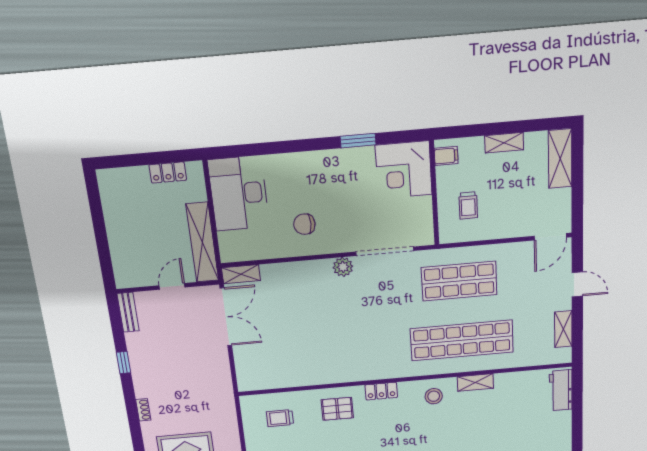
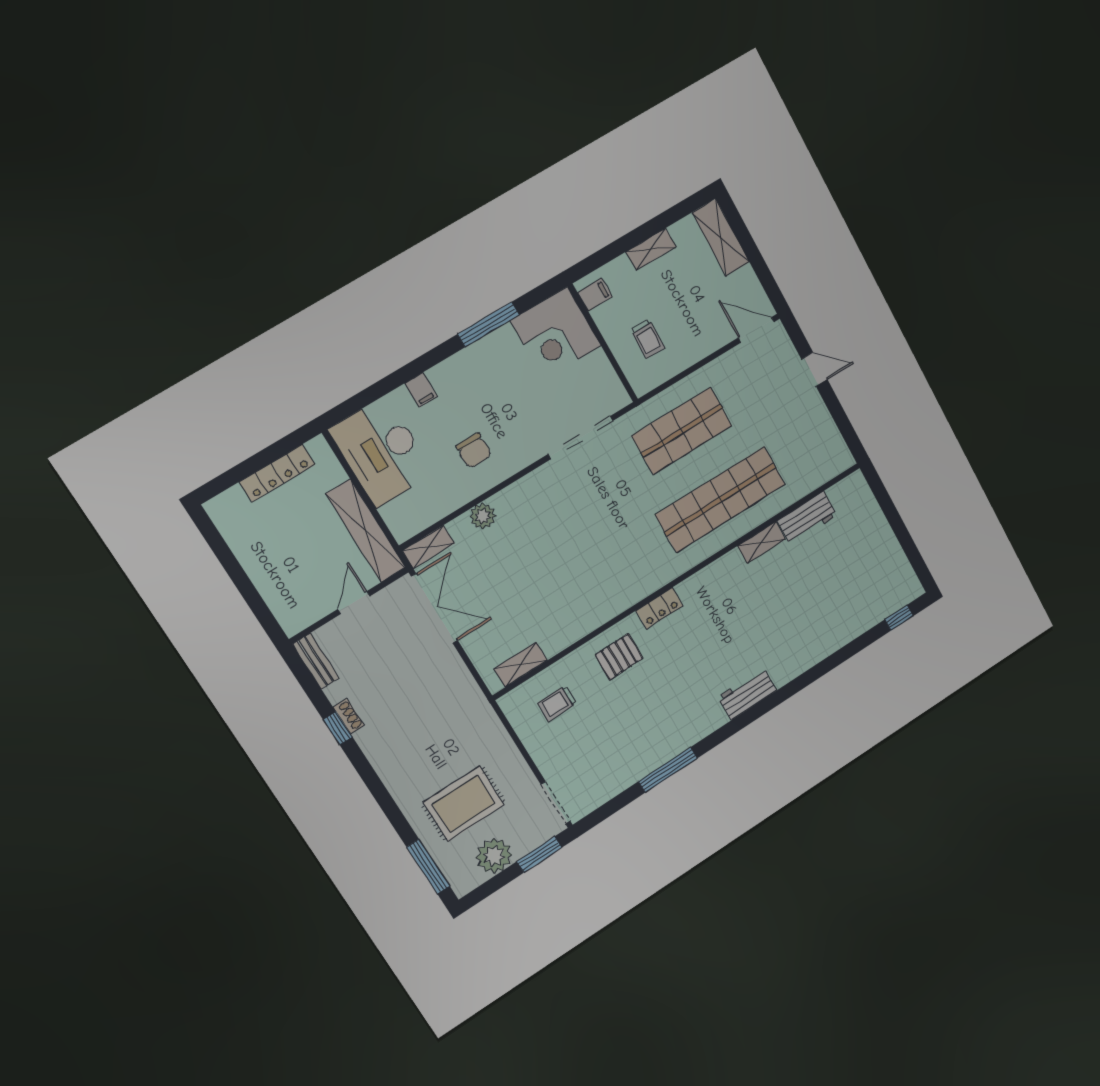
window: (358, 141) -> (488, 324), width x1.44
filing cabinet: (287, 164) -> (421, 390), added
locker: (168, 172) -> (277, 473), width x1.53
chair: (304, 224) -> (474, 451), turned -90
door: (550, 237) -> (756, 330), swing flipped
plant: (343, 267) -> (483, 516), moved
shelving: (563, 329) -> (521, 665), moved, turned 90
workbench: (561, 390) -> (807, 518), moved, turned -90
stool: (434, 396) -> (723, 584), removed
shoe rack: (143, 410) -> (349, 716), moved

